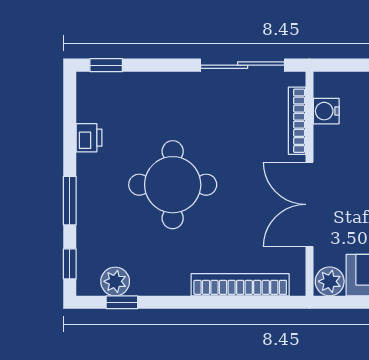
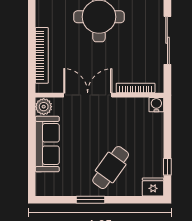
sliding door: (243, 65) -> (167, 40), moved
water cooler: (326, 111) -> (156, 105), moved

